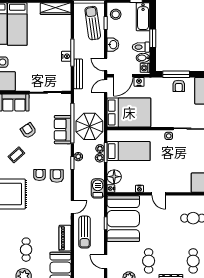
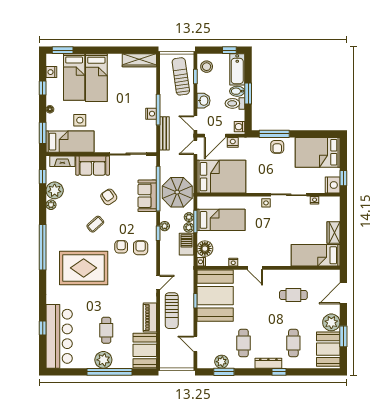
bidet: (143, 58) -> (237, 91), moved
barbecue: (98, 188) -> (186, 244), moved

